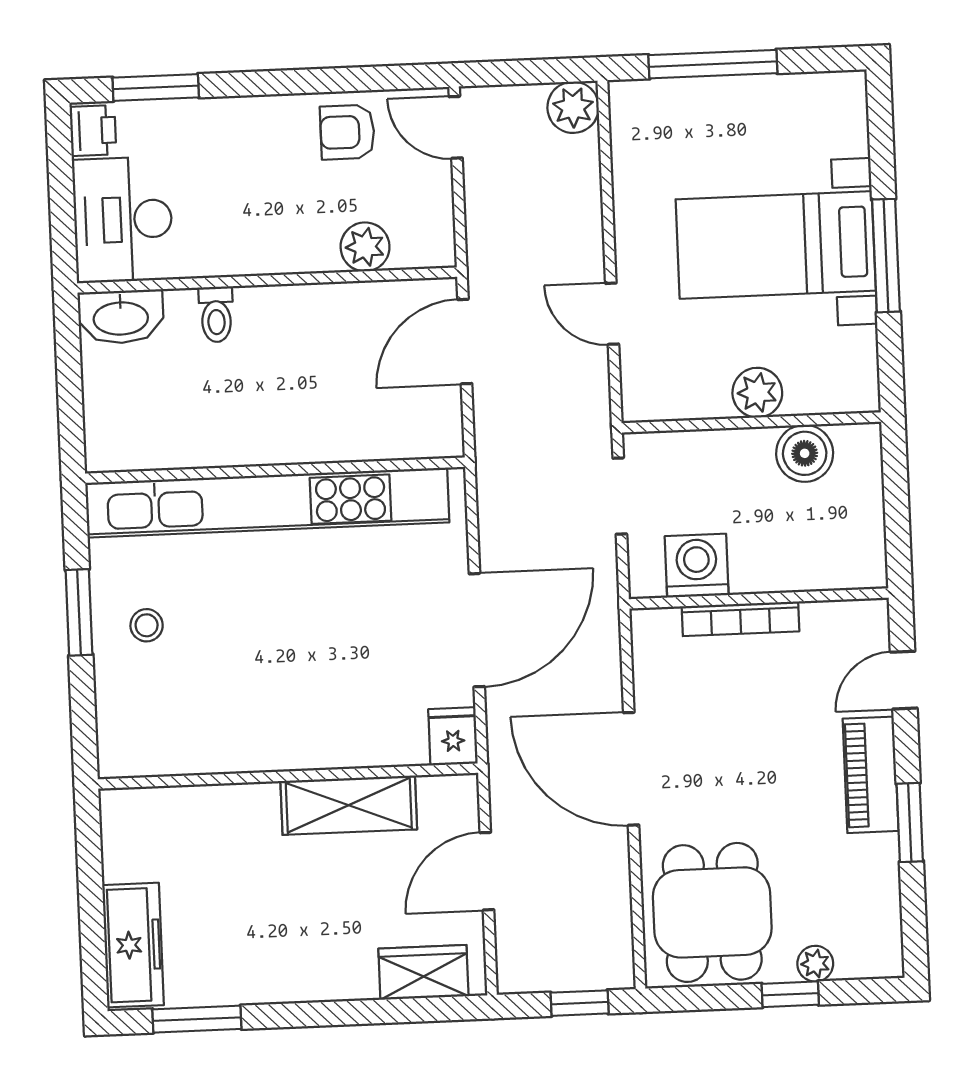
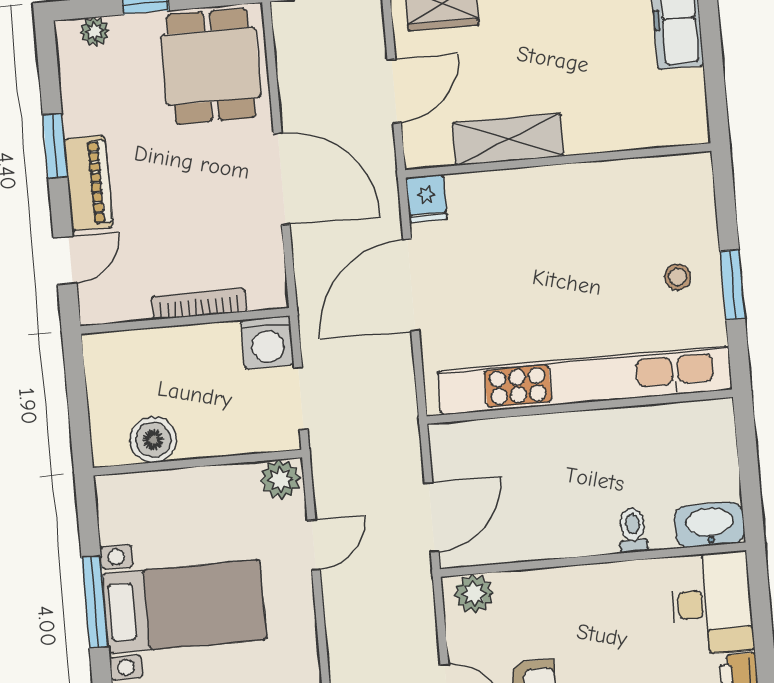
plant: (365, 247) -> (474, 594), moved
door: (612, 314) -> (314, 545), hinge flipped
plant: (757, 393) -> (280, 479), moved
washing machine: (697, 566) -> (267, 342), moved
plant: (815, 964) -> (95, 31), moved

